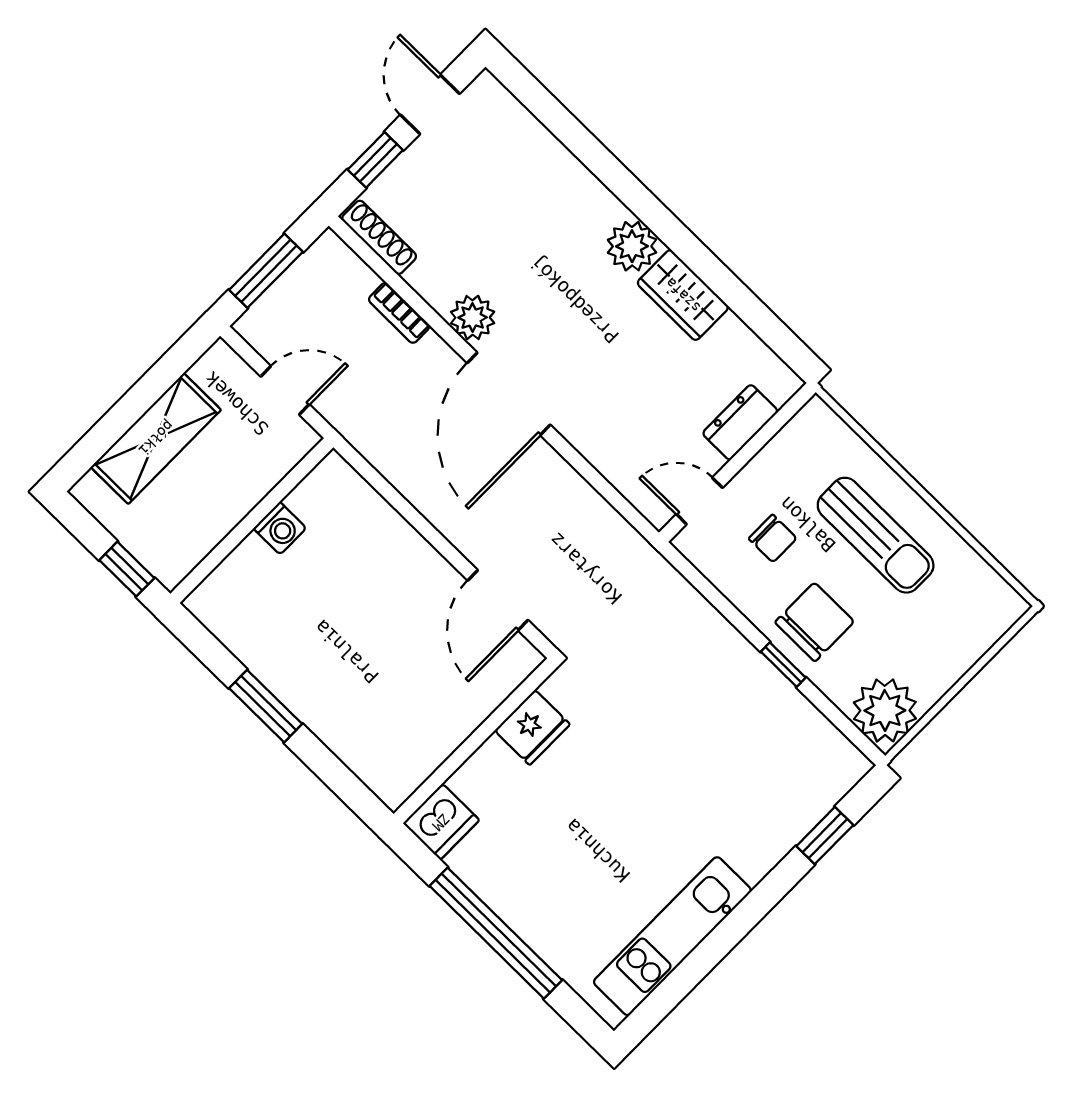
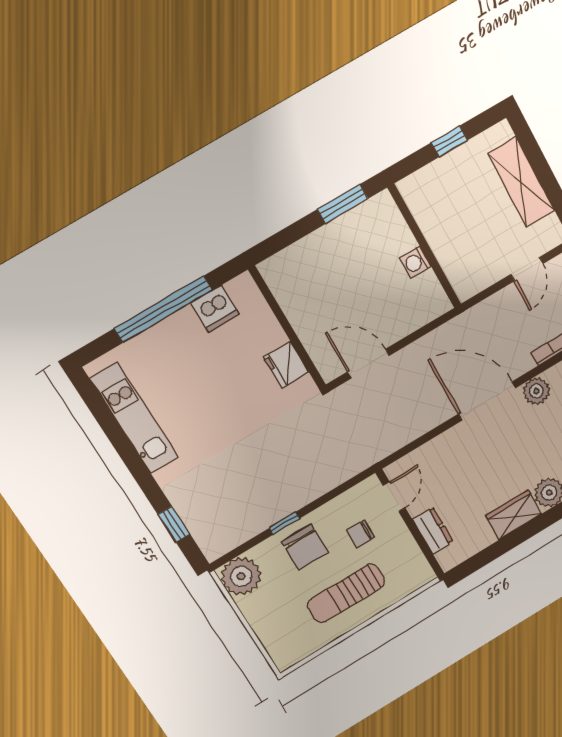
wall: (252, 521) -> (425, 246), moved
washing machine: (280, 528) -> (415, 262), moved
dishwasher: (441, 822) -> (215, 309), moved, turned -90

